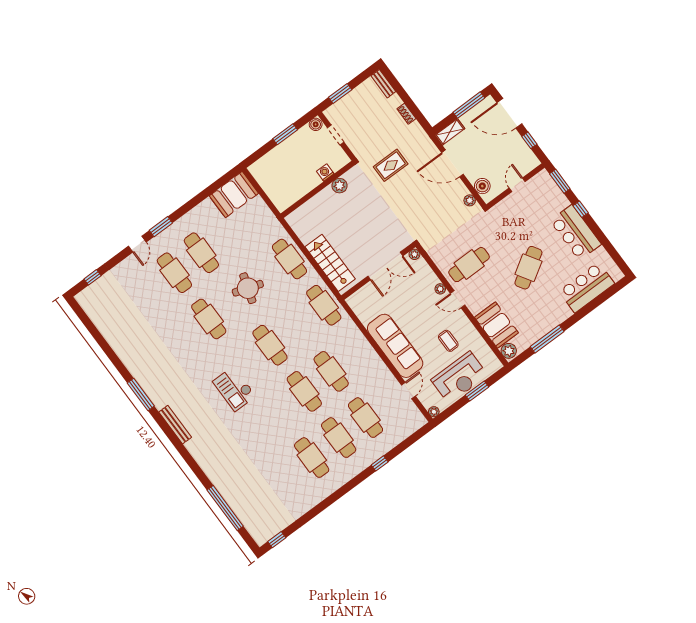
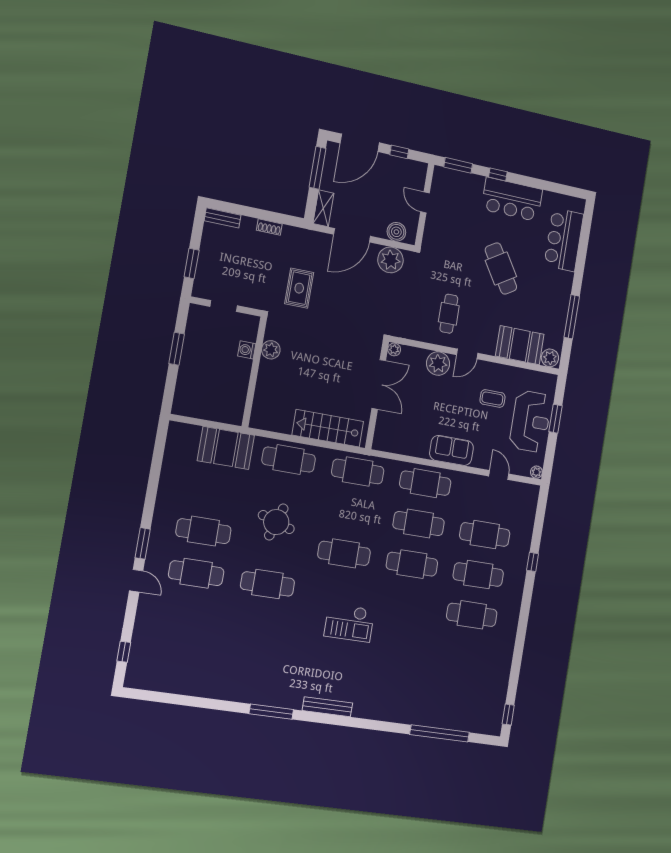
boiler: (316, 124) -> (196, 313), removed
booth: (234, 195) -> (226, 448), moved, turned 90
plant: (470, 200) -> (390, 260), width x1.87, depth x1.87
cafe table: (469, 265) -> (449, 314), width x0.73, depth x0.74
plant: (440, 289) -> (438, 364), width x1.88, depth x1.88
sofa: (395, 346) -> (452, 450), width x0.54, depth x0.79
cafe table: (358, 351) -> (425, 483), added

